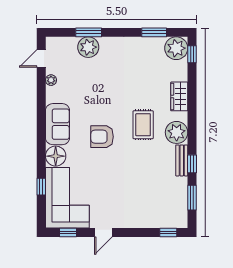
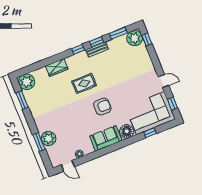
window: (192, 54) -> (78, 49), moved
plant: (177, 132) -> (135, 38), moved
armchair: (102, 137) -> (102, 107), turned -90

